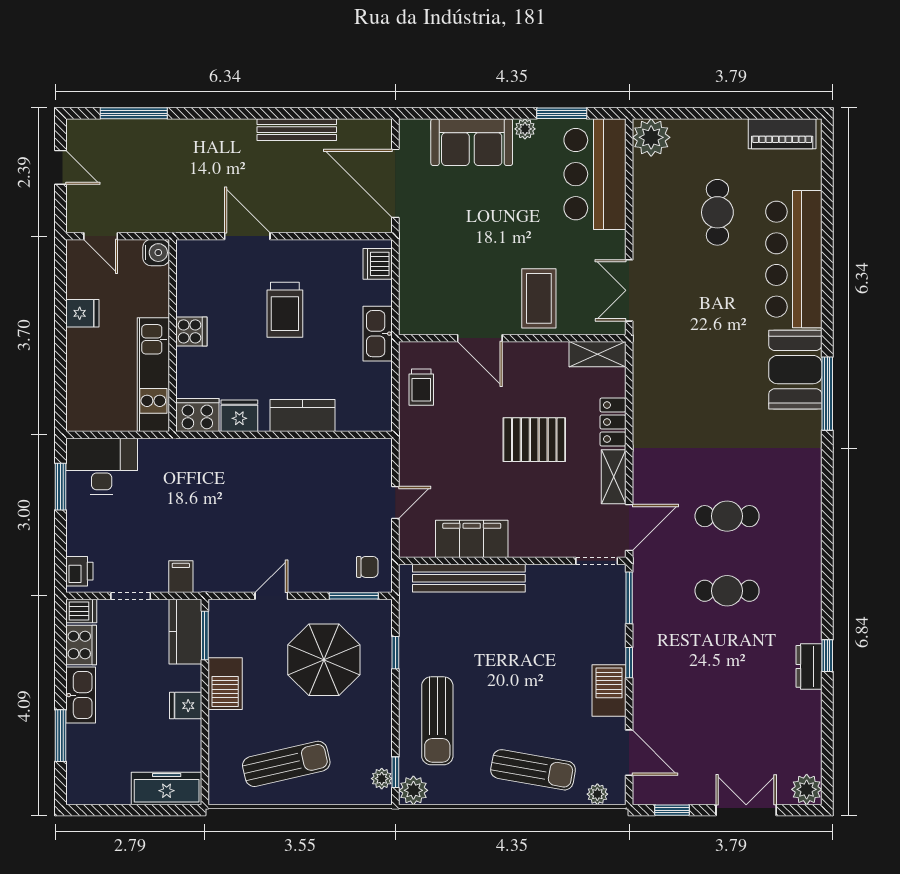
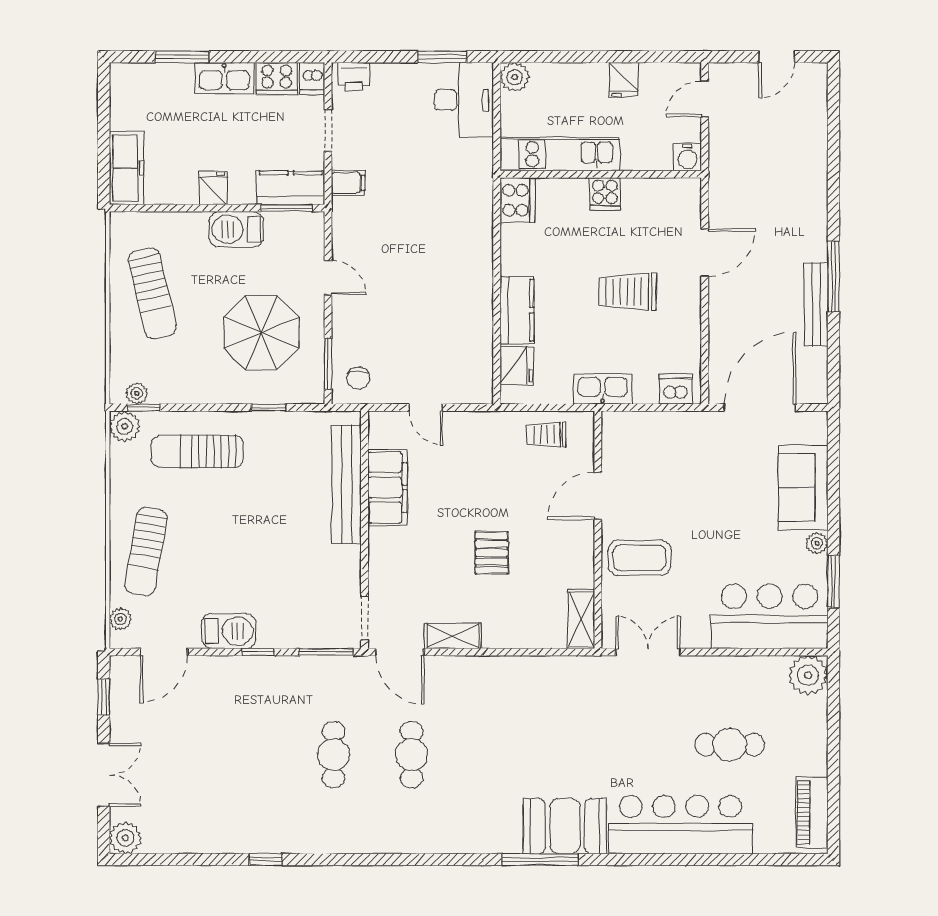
window: (134, 113) -> (833, 276), moved
fridge: (239, 416) -> (517, 366), moved
plant: (80, 418) -> (515, 77), added
locker: (613, 422) -> (510, 635), removed
pallet: (534, 440) -> (492, 553), width x0.67, depth x0.71
dresser: (809, 666) -> (254, 840), removed

